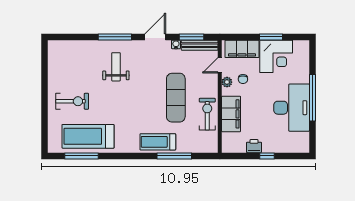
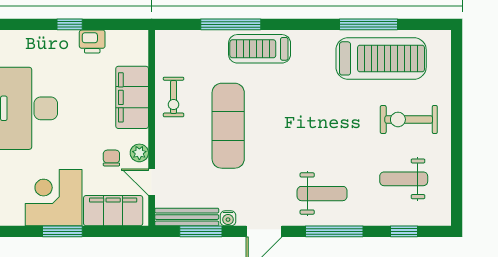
window: (75, 37) -> (404, 231), added
door: (220, 65) -> (152, 182), swing flipped
weight bench: (75, 67) -> (404, 179), added
weight bench: (116, 67) -> (322, 194), moved, turned -90
exercise bike: (207, 114) -> (174, 97), width x0.73, depth x0.72
treadmill: (158, 142) -> (260, 49), turned 180
window: (82, 156) -> (369, 24), moved

